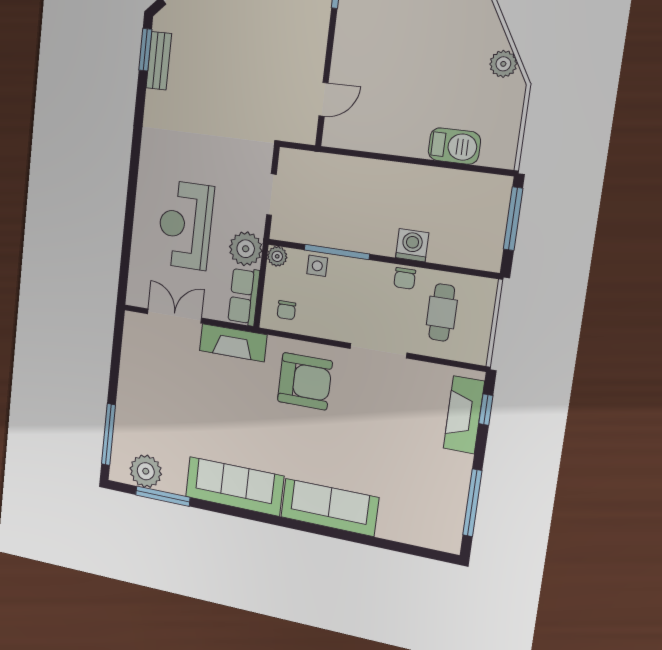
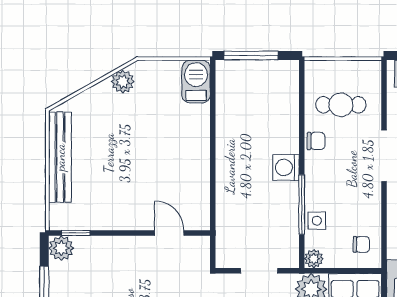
barbecue: (454, 146) -> (196, 82), moved
washing machine: (412, 245) -> (286, 167), moved

